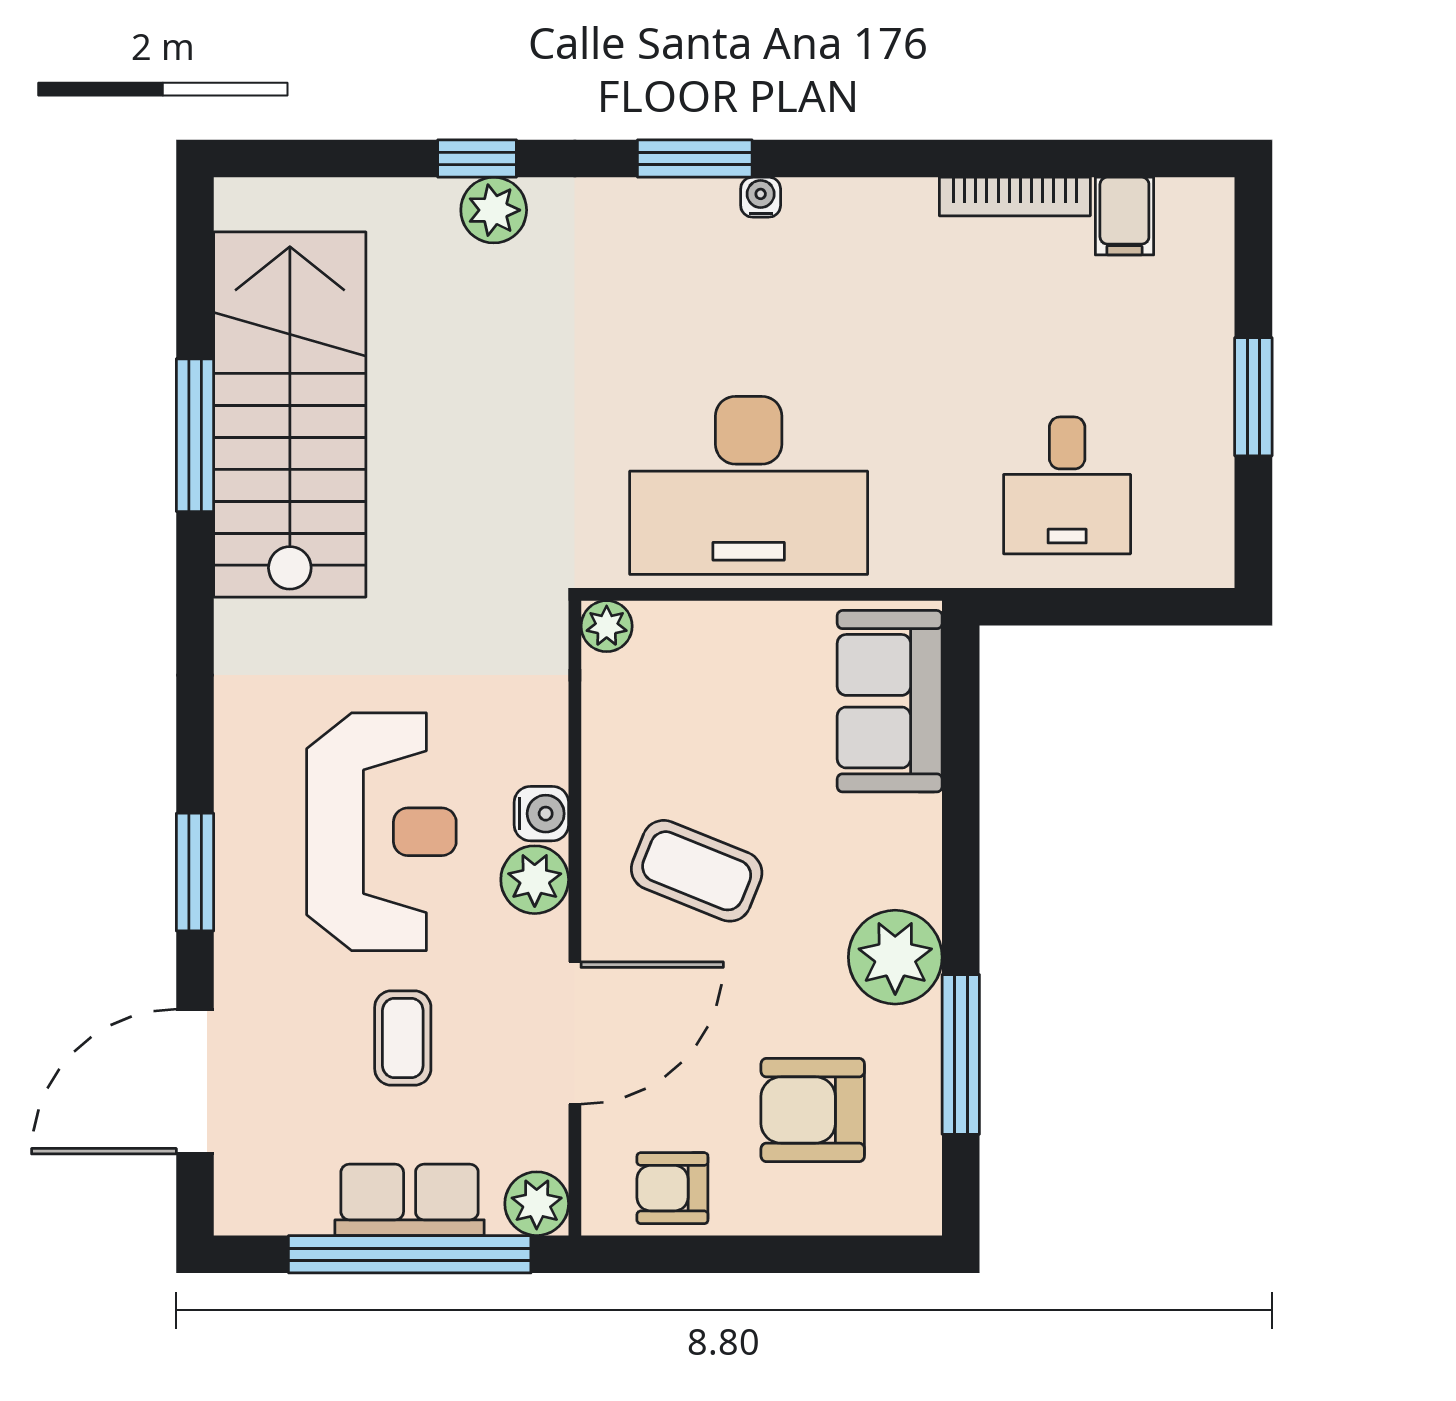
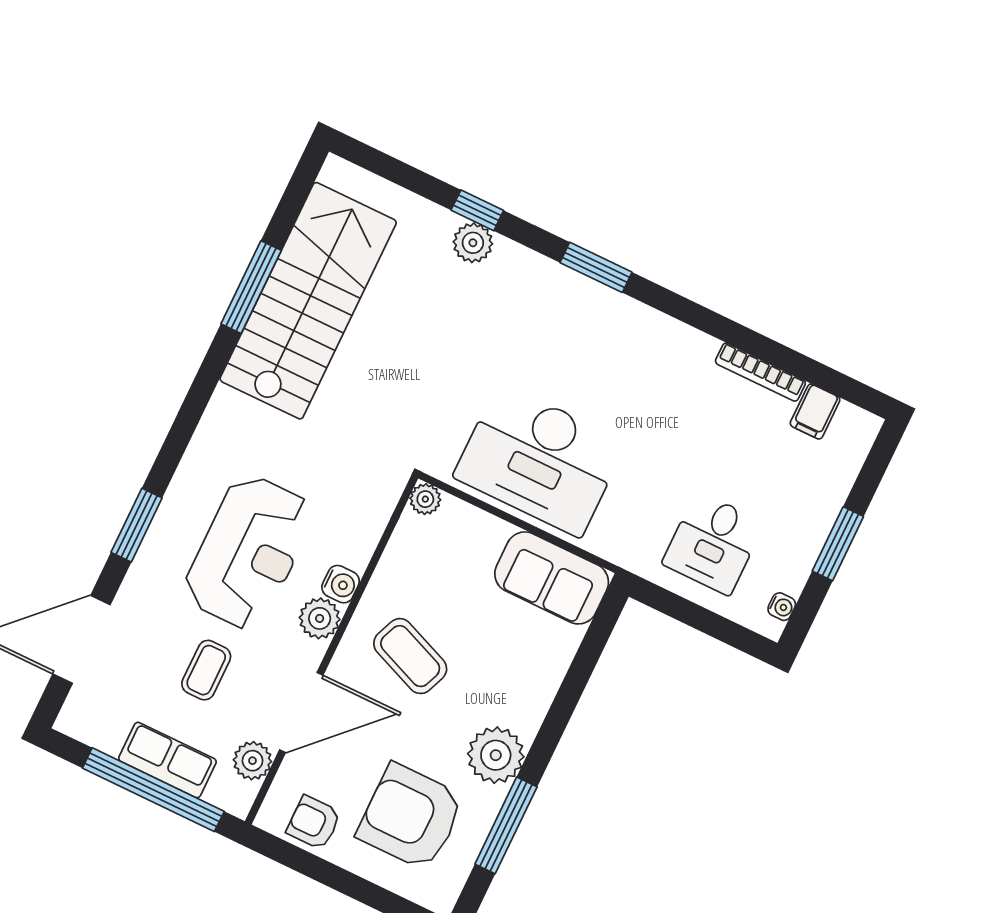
water cooler: (761, 197) -> (782, 607), moved, turned 90
sofa: (890, 701) -> (552, 578), moved, turned -90
armchair: (813, 1110) -> (411, 817), width x1.36, depth x1.36
plant: (537, 1204) -> (252, 761), moved

